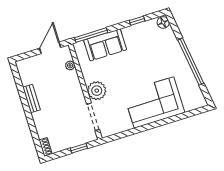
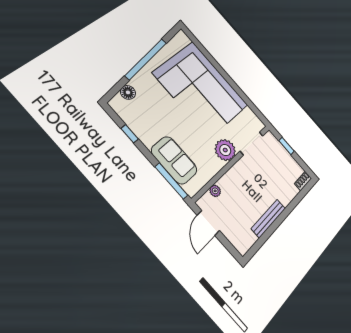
floor lamp: (163, 23) -> (128, 92), moved
door: (50, 48) -> (208, 223), hinge flipped
bench: (31, 98) -> (268, 218), width x1.36
corner sofa: (154, 102) -> (201, 89), width x1.36, depth x1.36

